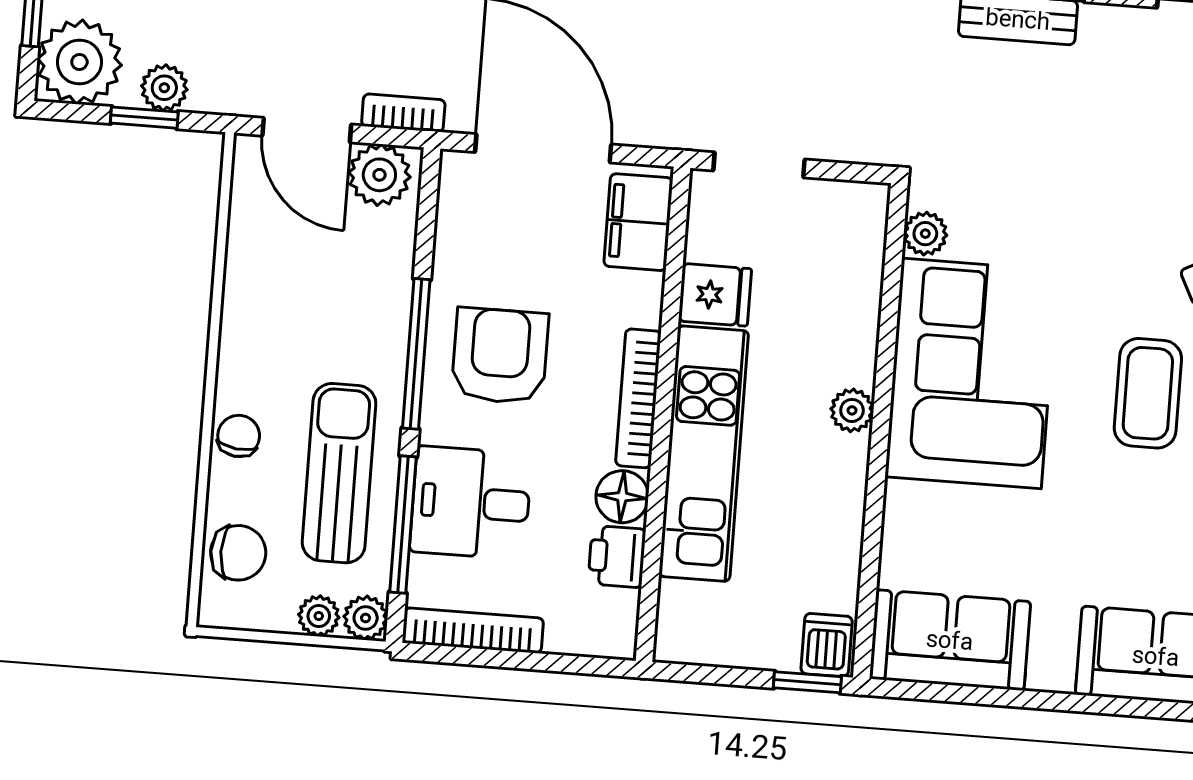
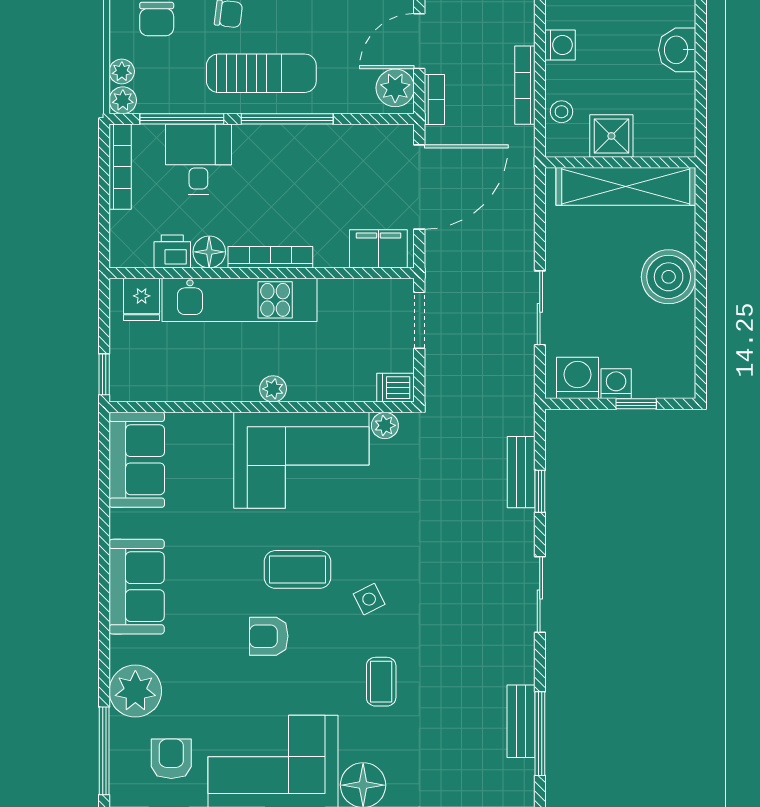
fridge: (715, 295) -> (142, 299), moved
armchair: (500, 356) -> (290, 170), removed
sun lounger: (339, 473) -> (261, 73), moved
dishwasher: (827, 645) -> (395, 388), moved, turned 180

